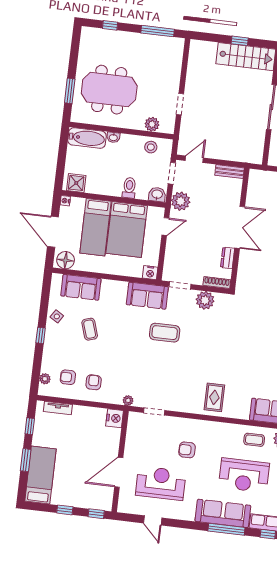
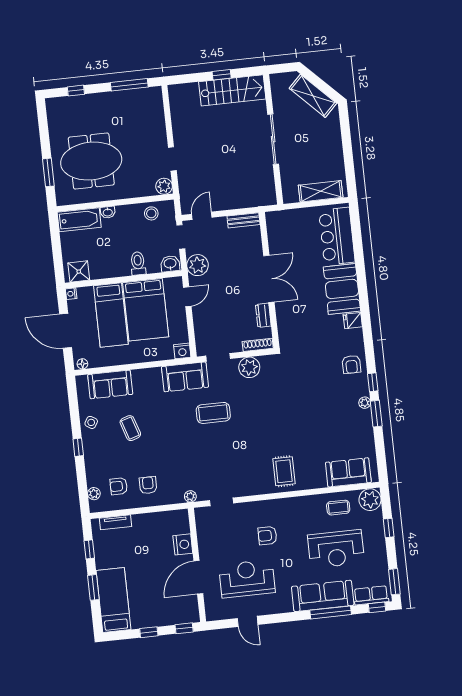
plant: (152, 124) -> (164, 186), moved
floor lamp: (66, 260) -> (82, 364), width x0.53, depth x0.53
nightstand: (115, 418) -> (183, 544), moved

